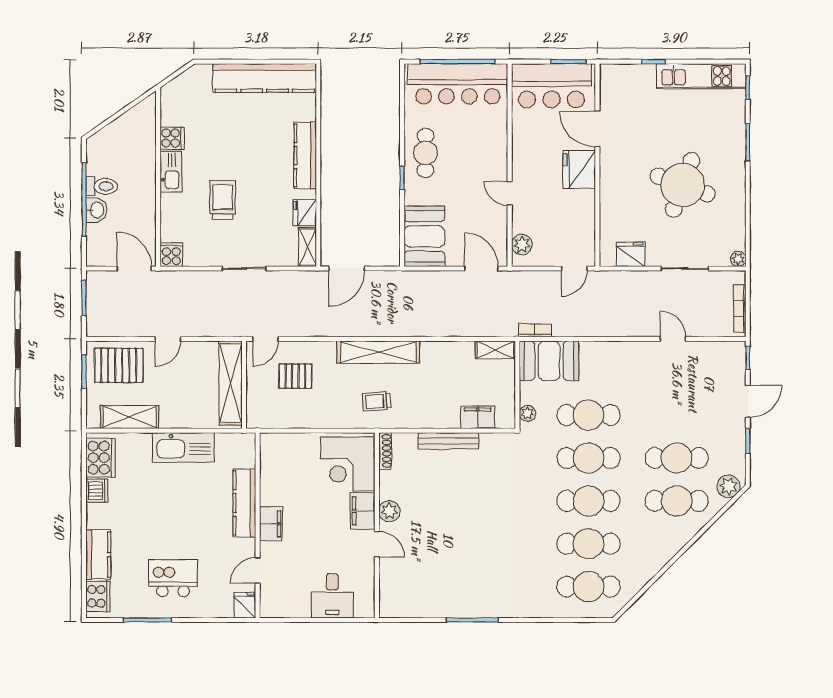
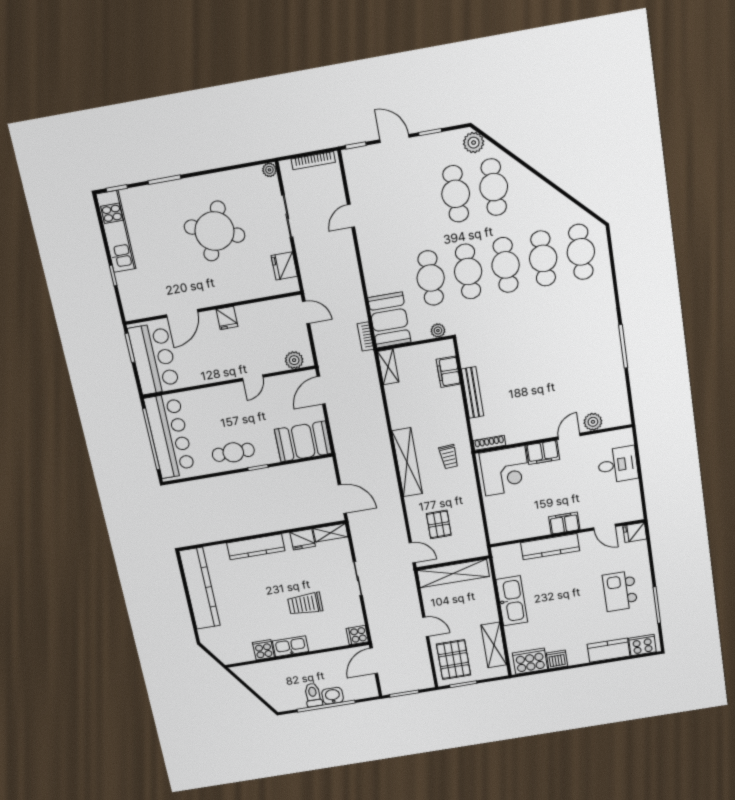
fridge: (579, 169) -> (227, 318), width x0.53, depth x0.75
plant: (389, 511) -> (593, 422), moved

